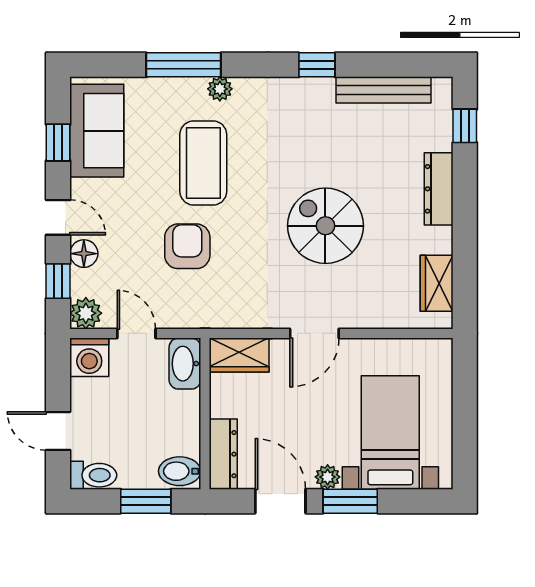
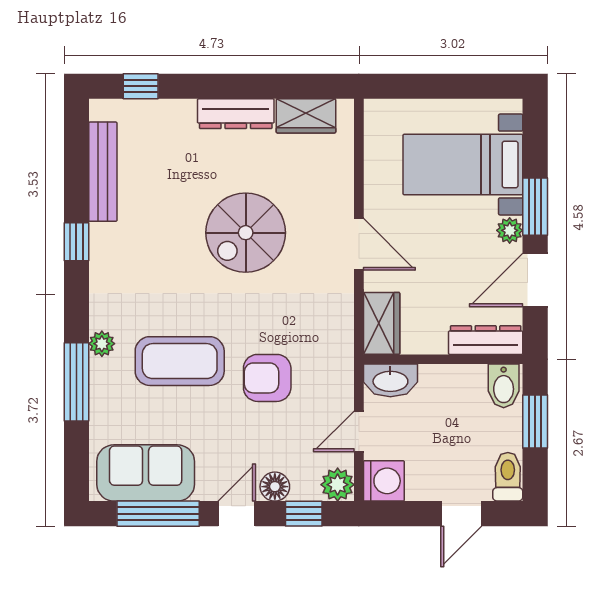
window: (58, 142) -> (158, 514), width x2.17
dresser: (439, 189) -> (236, 114), moved

